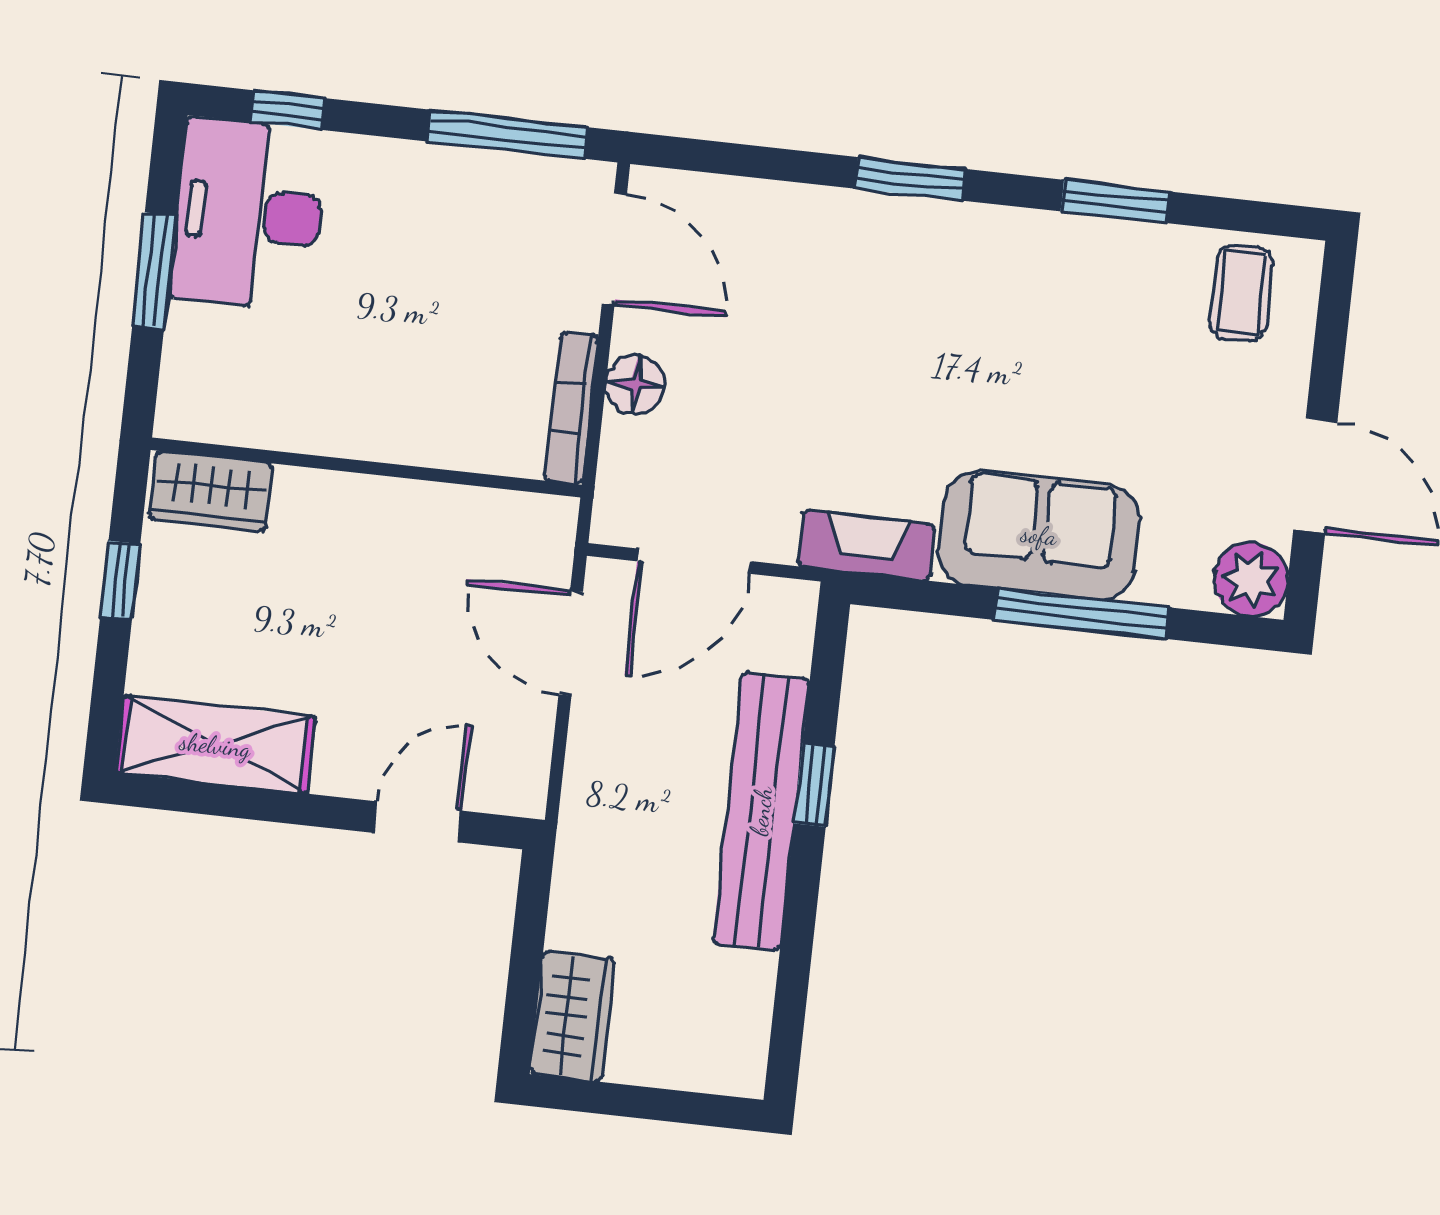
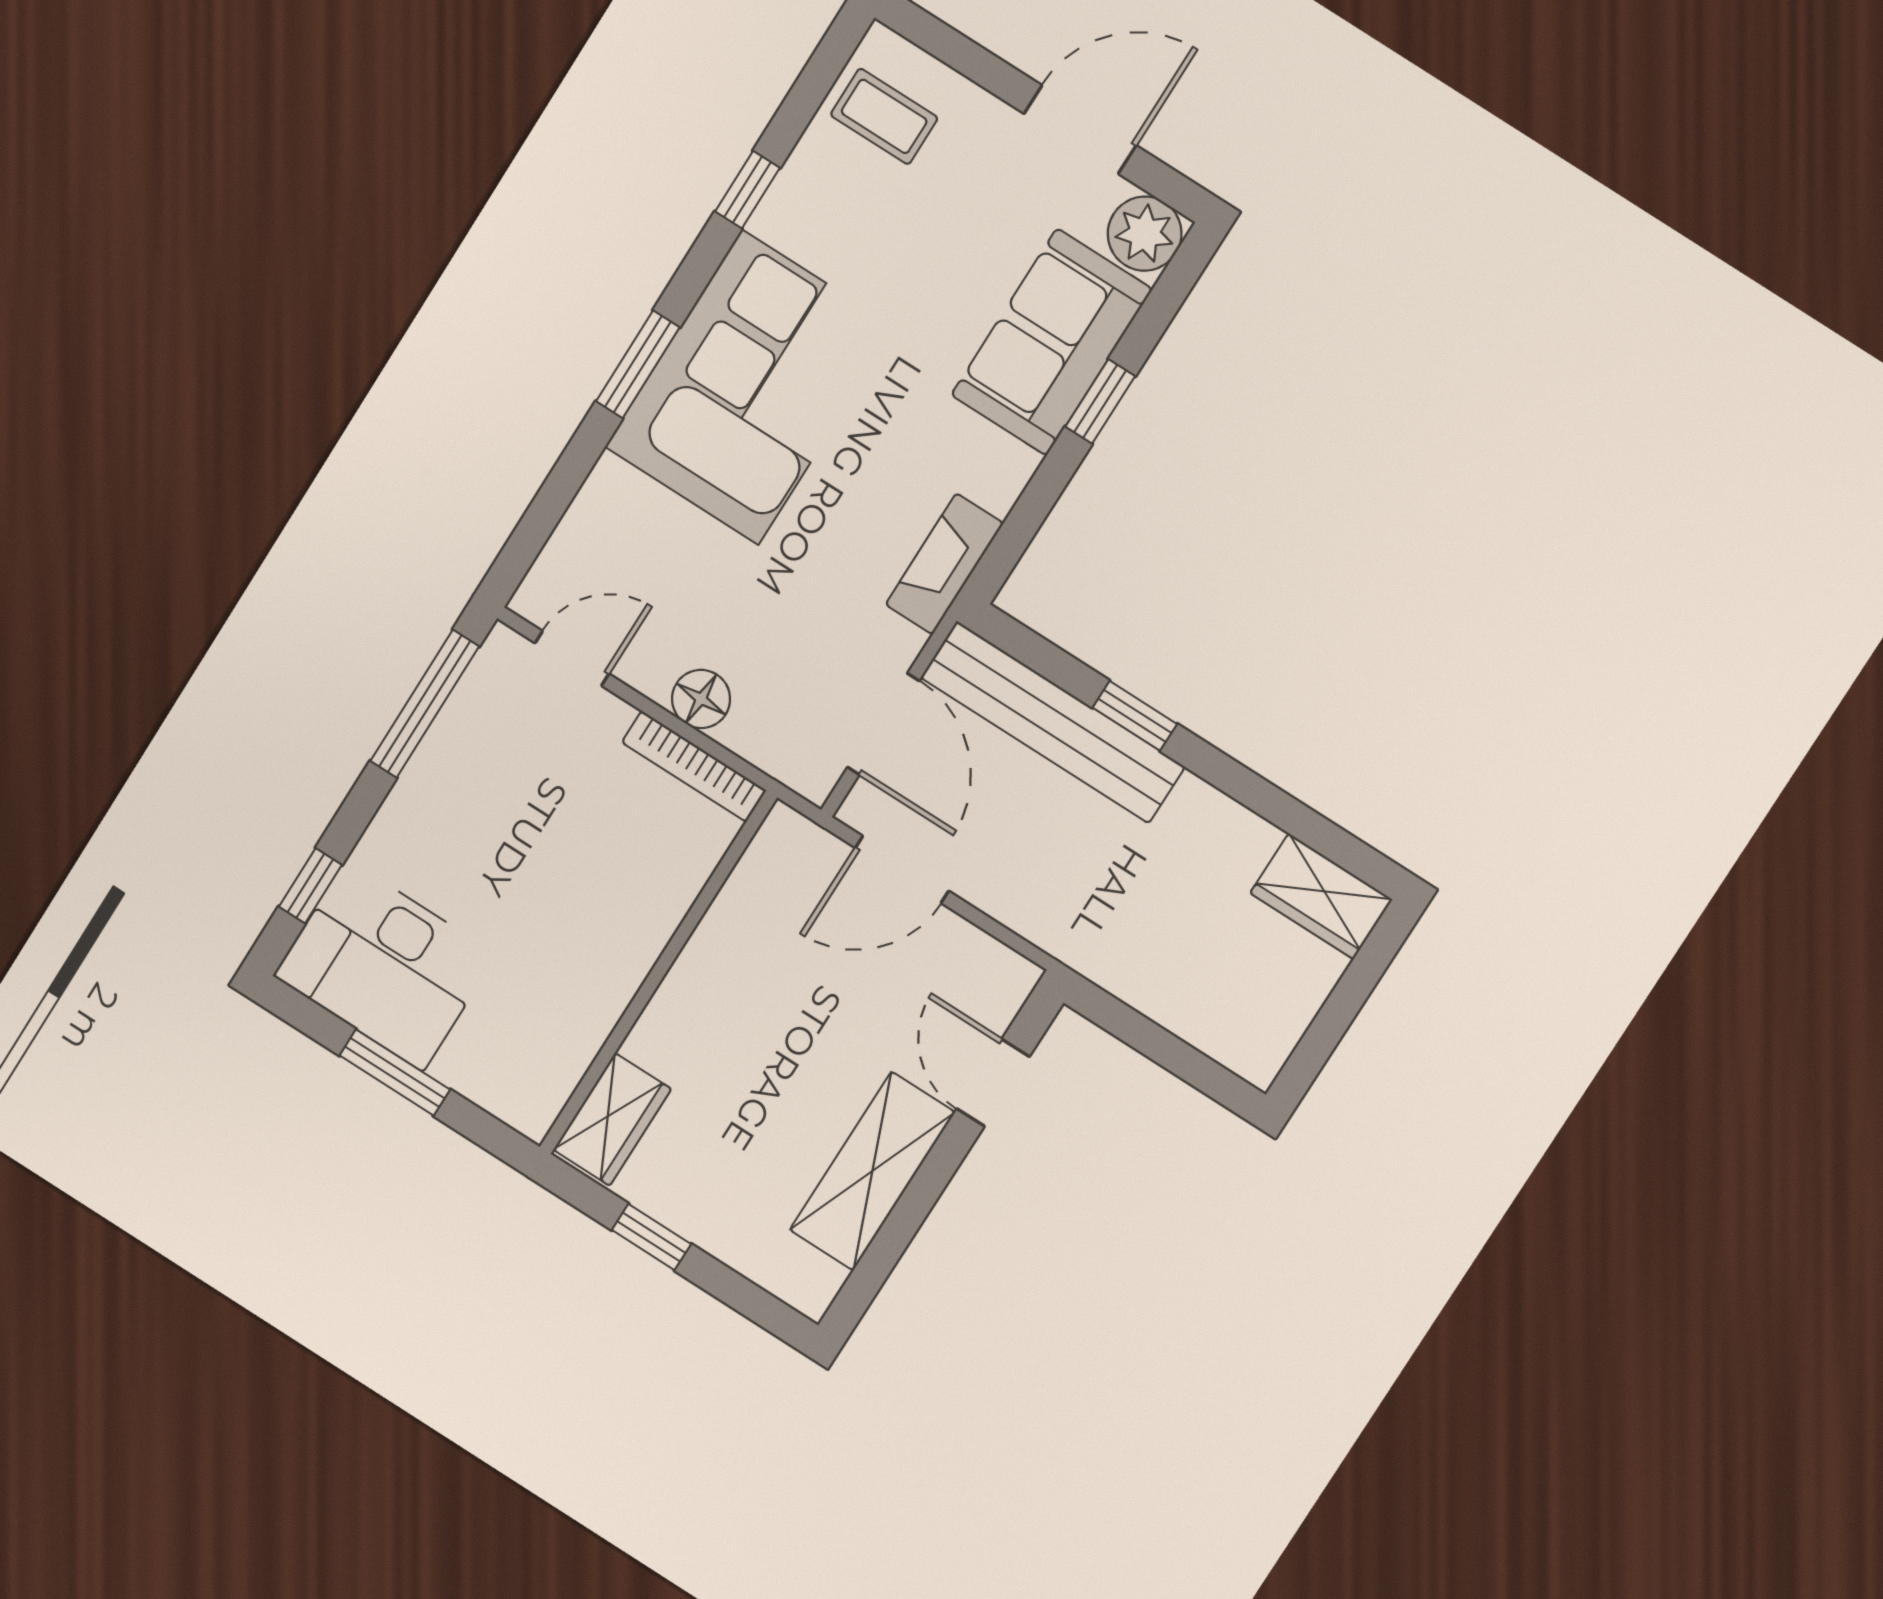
window: (1116, 201) -> (747, 190), width x0.67
door: (614, 249) -> (572, 658), width x0.73
corner sofa: (939, 291) -> (750, 387), added
sofa: (1039, 535) -> (1052, 342), moved
window: (1082, 614) -> (1100, 401), width x0.46
shelving: (215, 745) -> (872, 1171), moved
bench: (761, 811) -> (1053, 722), moved
wardrobe: (572, 1016) -> (1321, 896), moved, turned 180

